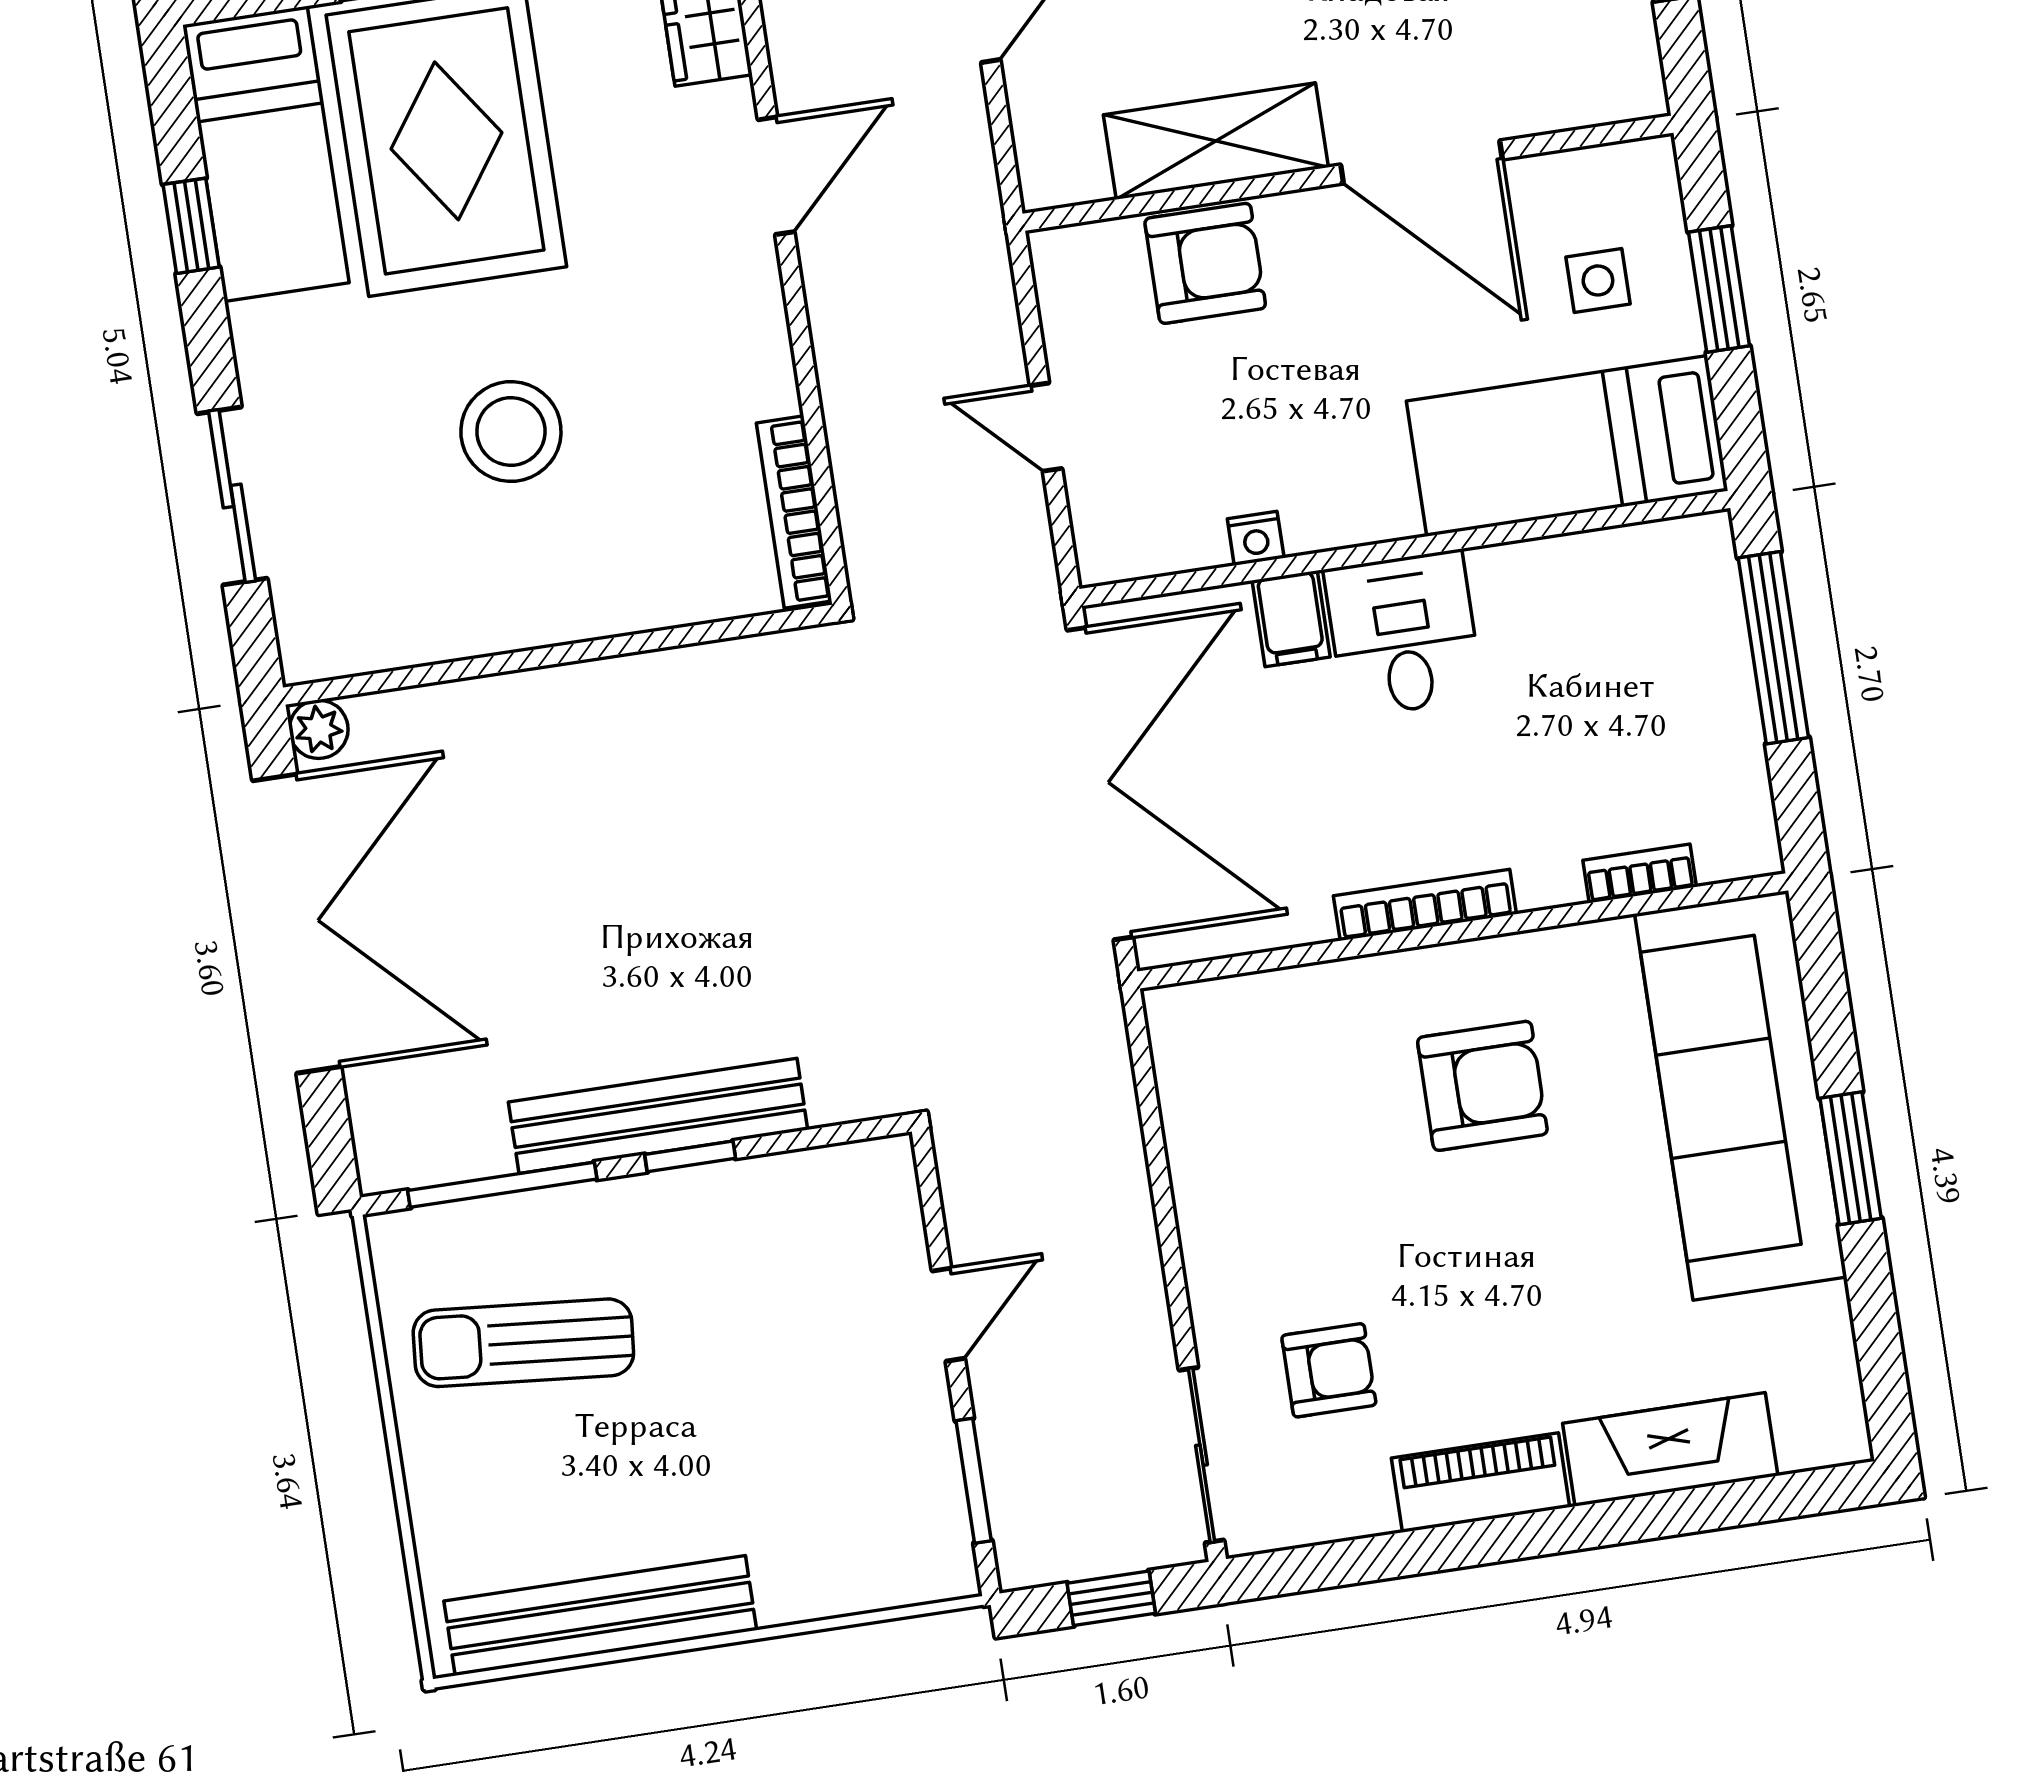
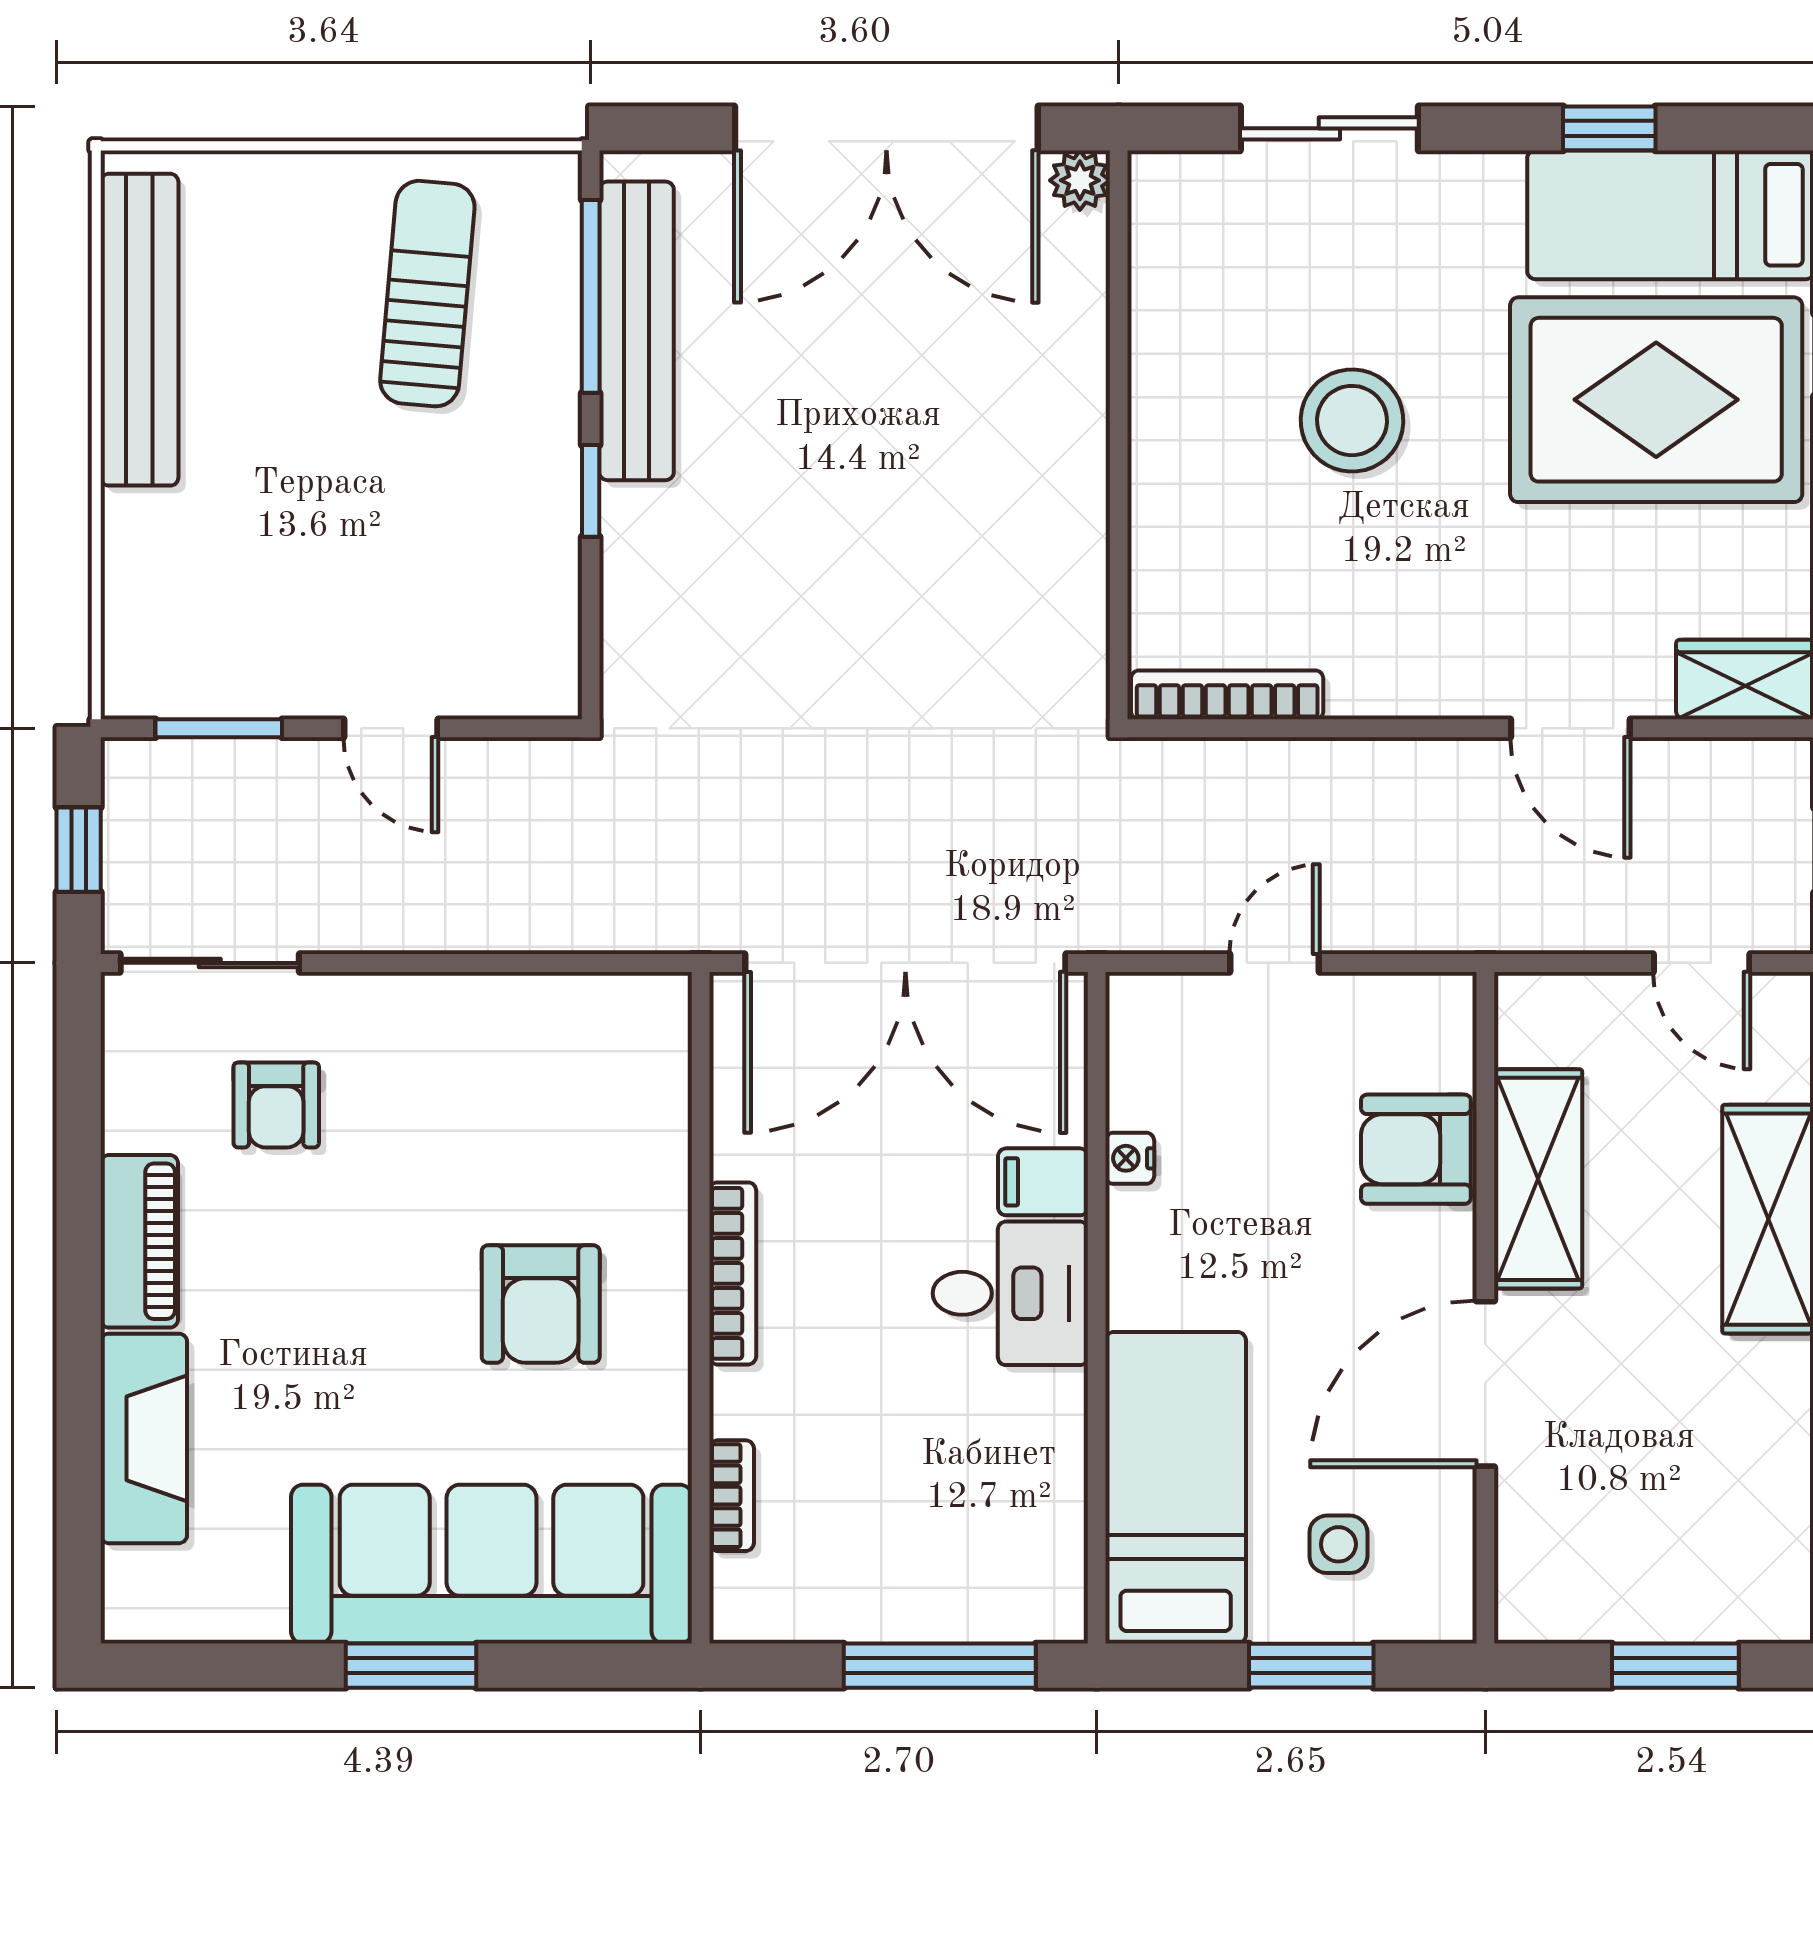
armchair: (1205, 263) -> (1416, 1149), turned 90
bench: (658, 1116) -> (637, 331), moved

